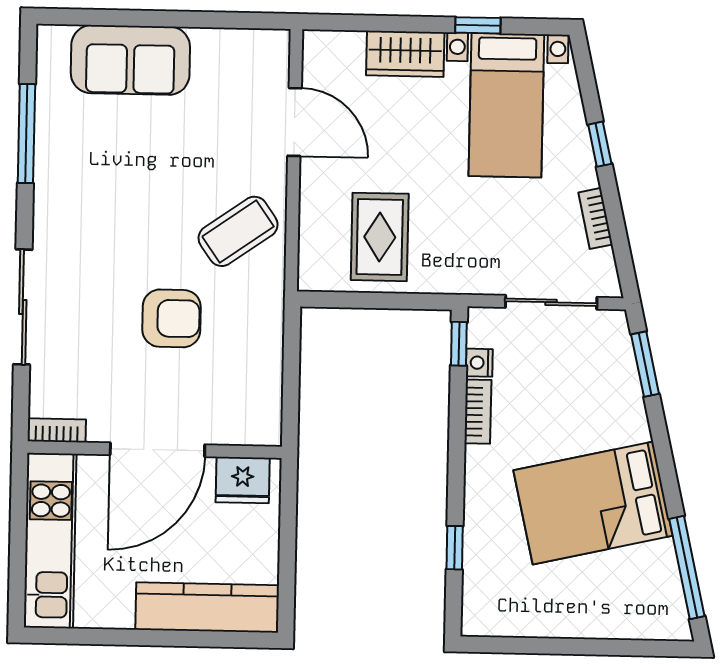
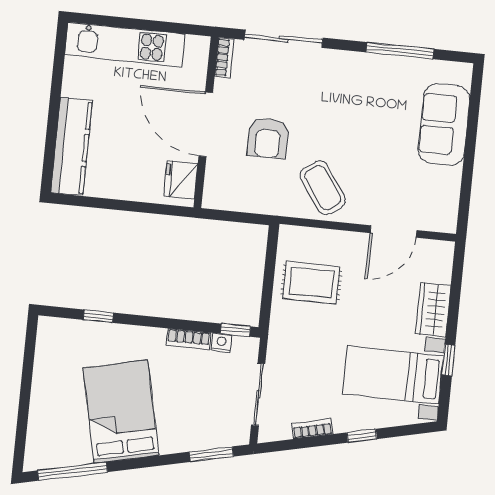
bookcase: (57, 430) -> (224, 58), moved
wall: (155, 450) -> (206, 122), moved
door: (157, 450) -> (206, 124), moved
fridge: (243, 480) -> (181, 180), moved

